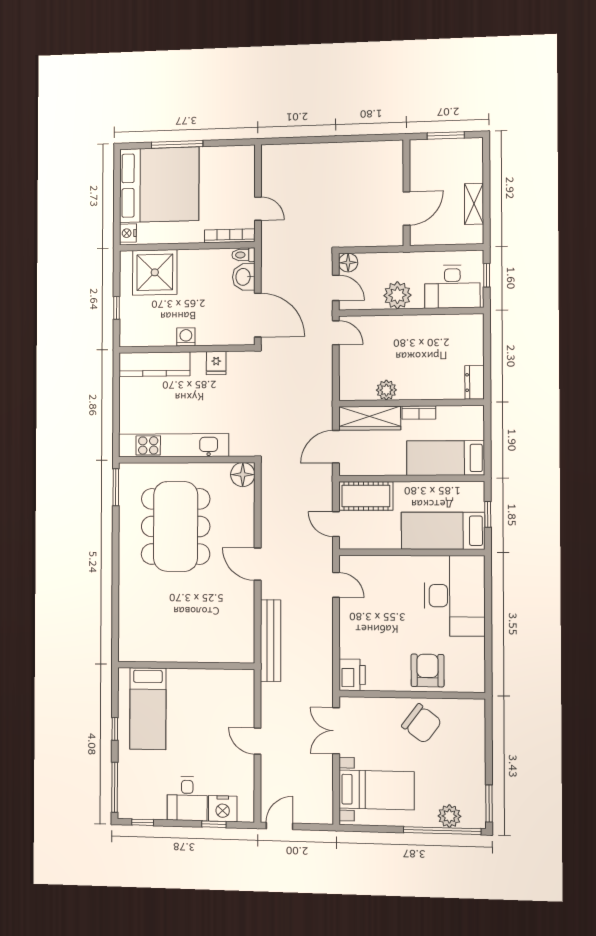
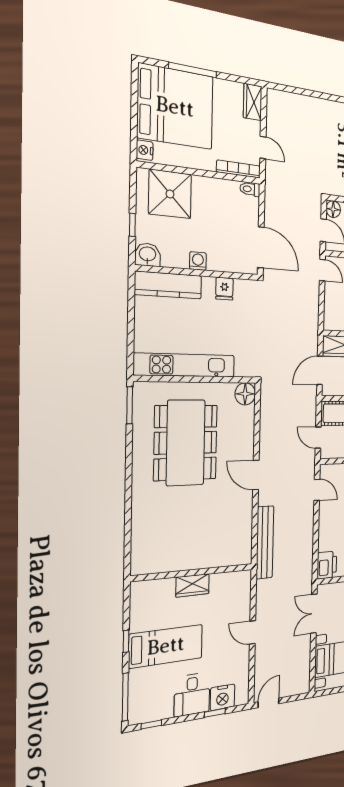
wardrobe: (245, 163) -> (253, 102), added
washbasin: (244, 277) -> (148, 255), moved, turned 90
wardrobe: (186, 679) -> (193, 585), added
bed: (148, 709) -> (166, 646), moved, turned -90

